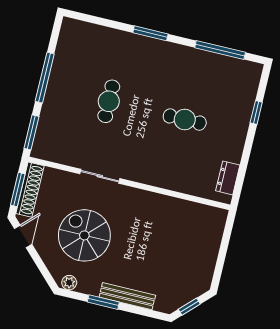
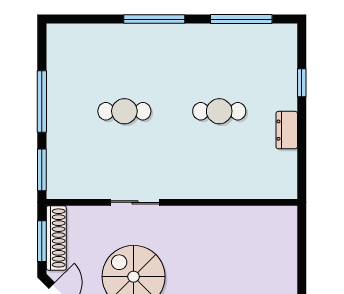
window: (150, 33) -> (154, 19), width x1.44
cafe table: (109, 101) -> (124, 111), turned 90
dresser: (228, 178) -> (287, 130), moved

